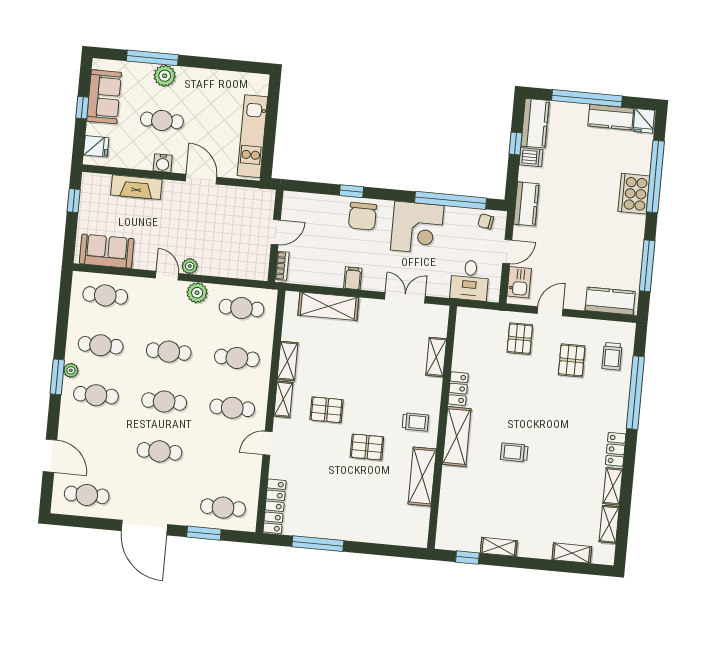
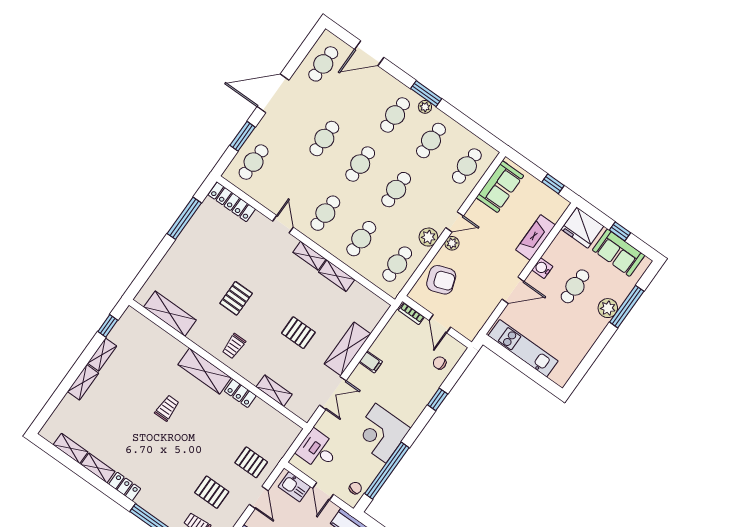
fridge: (96, 146) -> (582, 228), width x1.88, depth x1.34
chair: (363, 216) -> (440, 363), moved, width x0.54, depth x0.54
armchair: (232, 256) -> (441, 280), added
shelving: (328, 306) -> (347, 349), moved
pallet: (326, 410) -> (298, 333), moved, turned 90
shelving: (422, 476) -> (170, 314), moved
shelving: (572, 553) -> (83, 382), moved

